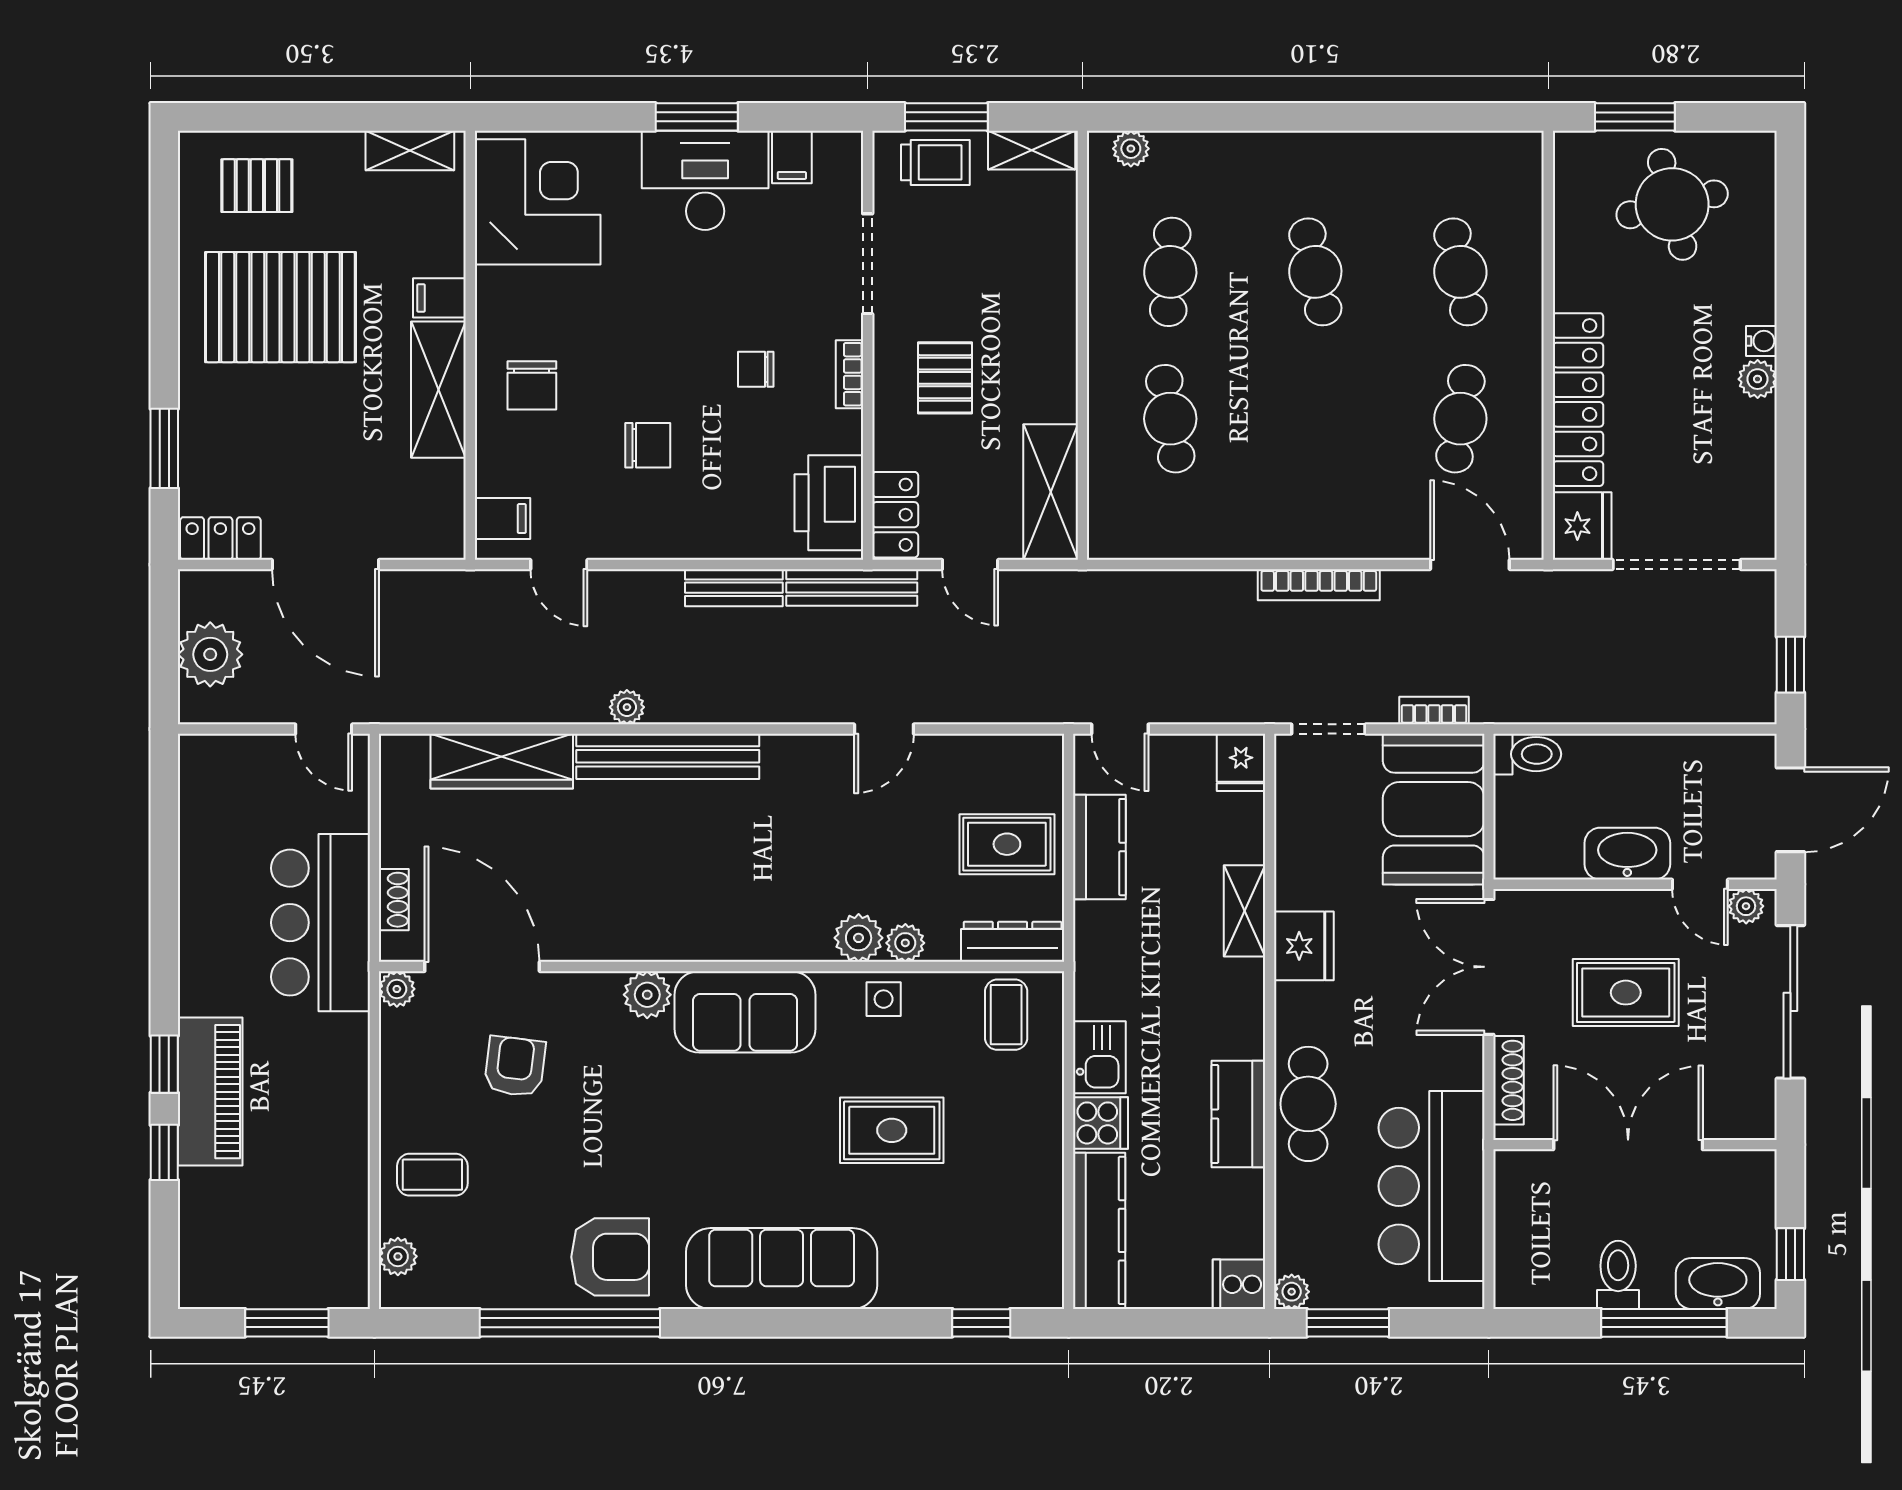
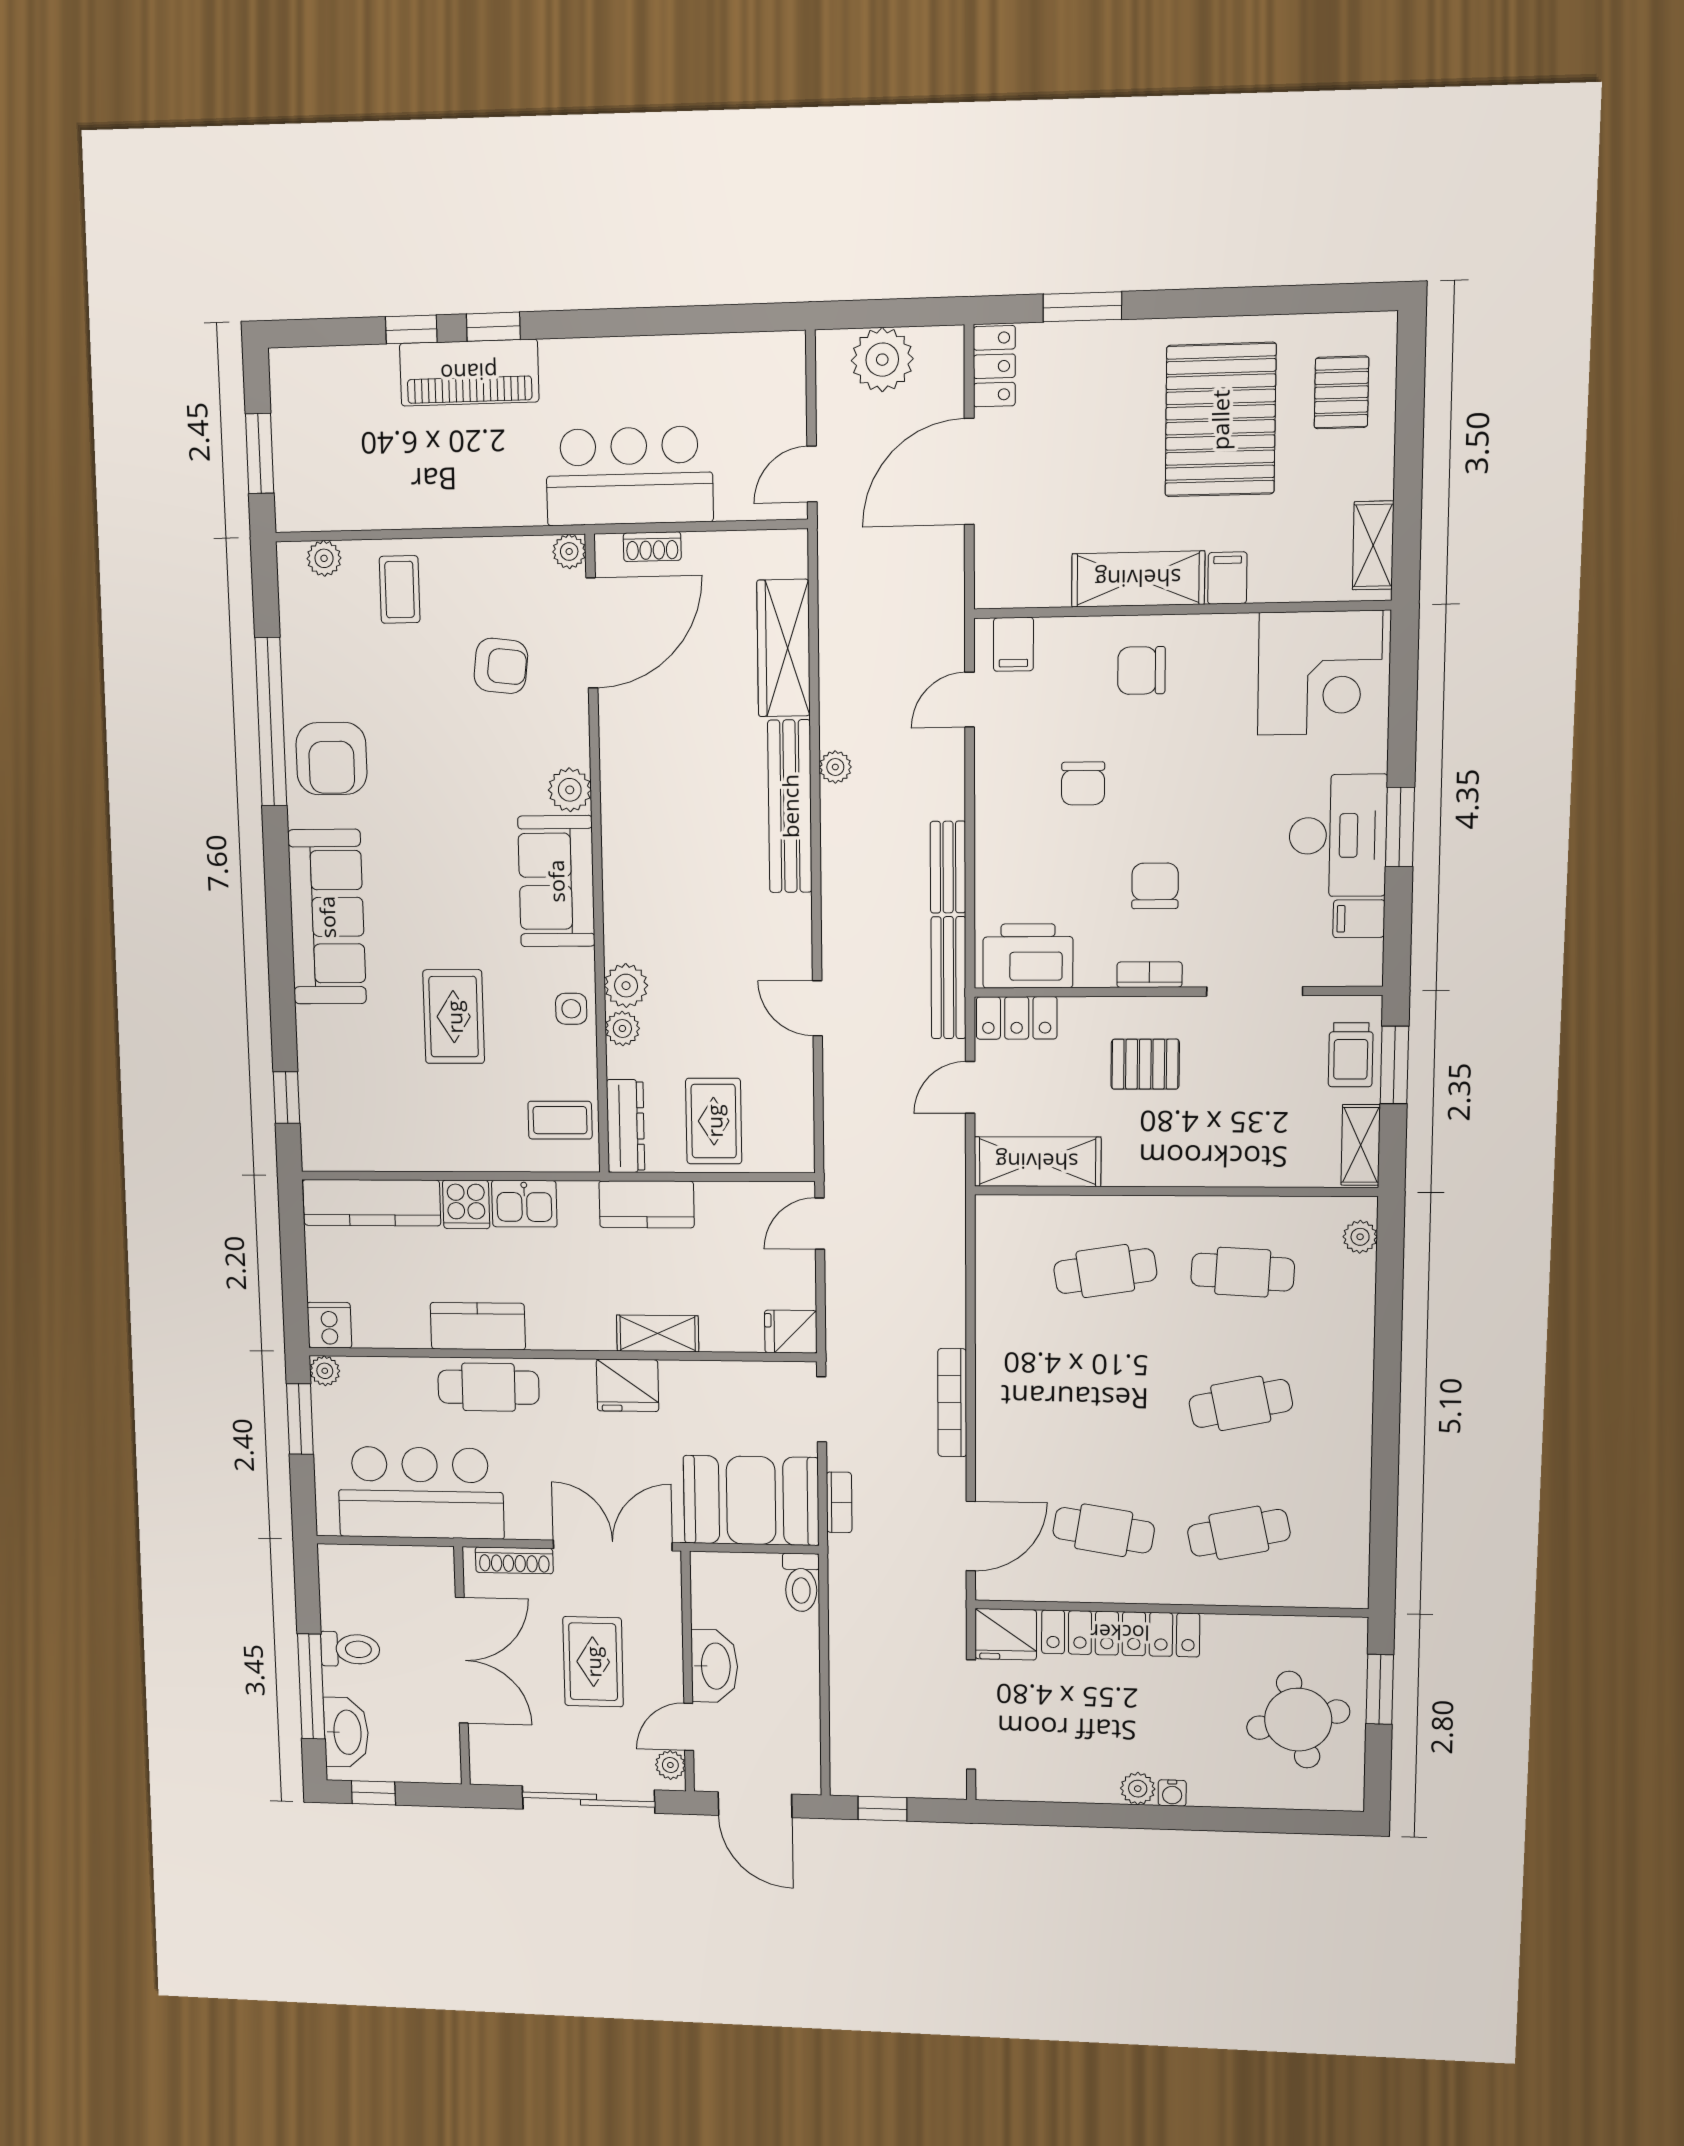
chair: (756, 369) -> (1155, 886), width x1.37, depth x1.37
kitchen counter: (1099, 847) -> (647, 1204), moved

